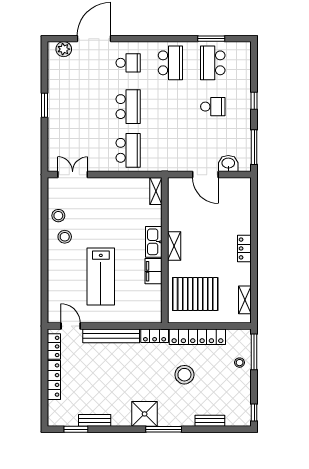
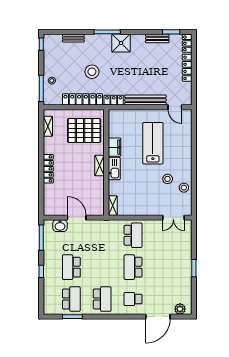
school desk: (170, 63) -> (102, 299), turned 180
school desk: (213, 107) -> (71, 267), width x1.85
school desk: (128, 150) -> (133, 235), turned 180
stool: (65, 237) -> (168, 179), moved
locker: (244, 248) -> (48, 169), width x1.53
locker: (54, 346) -> (187, 43), moved

